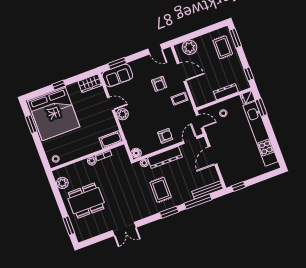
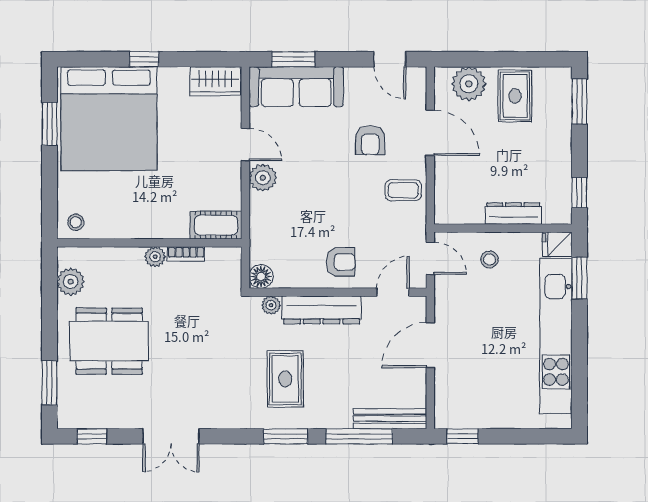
rug: (223, 47) -> (515, 96), moved
sofa: (117, 75) -> (296, 87), width x1.36
window: (93, 240) -> (92, 436), added

